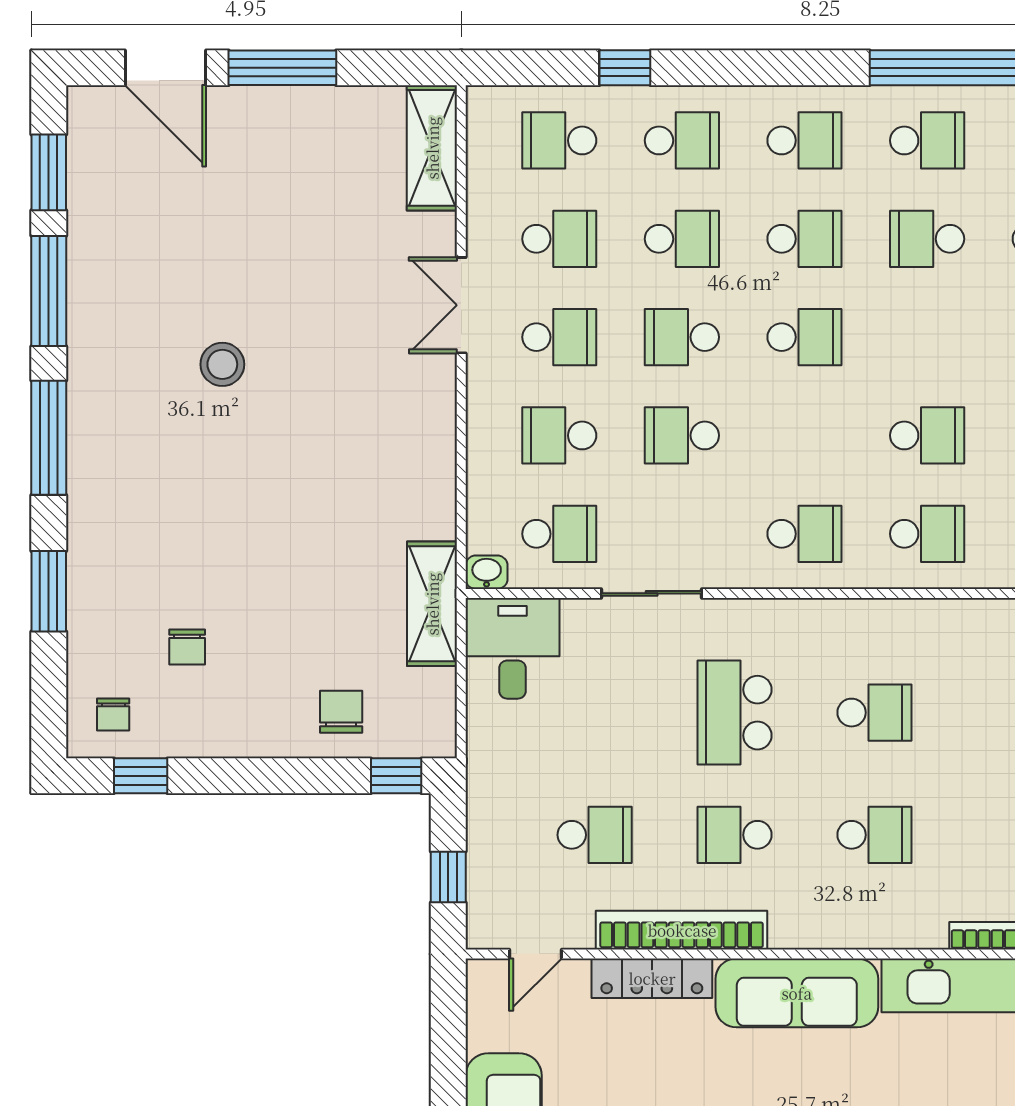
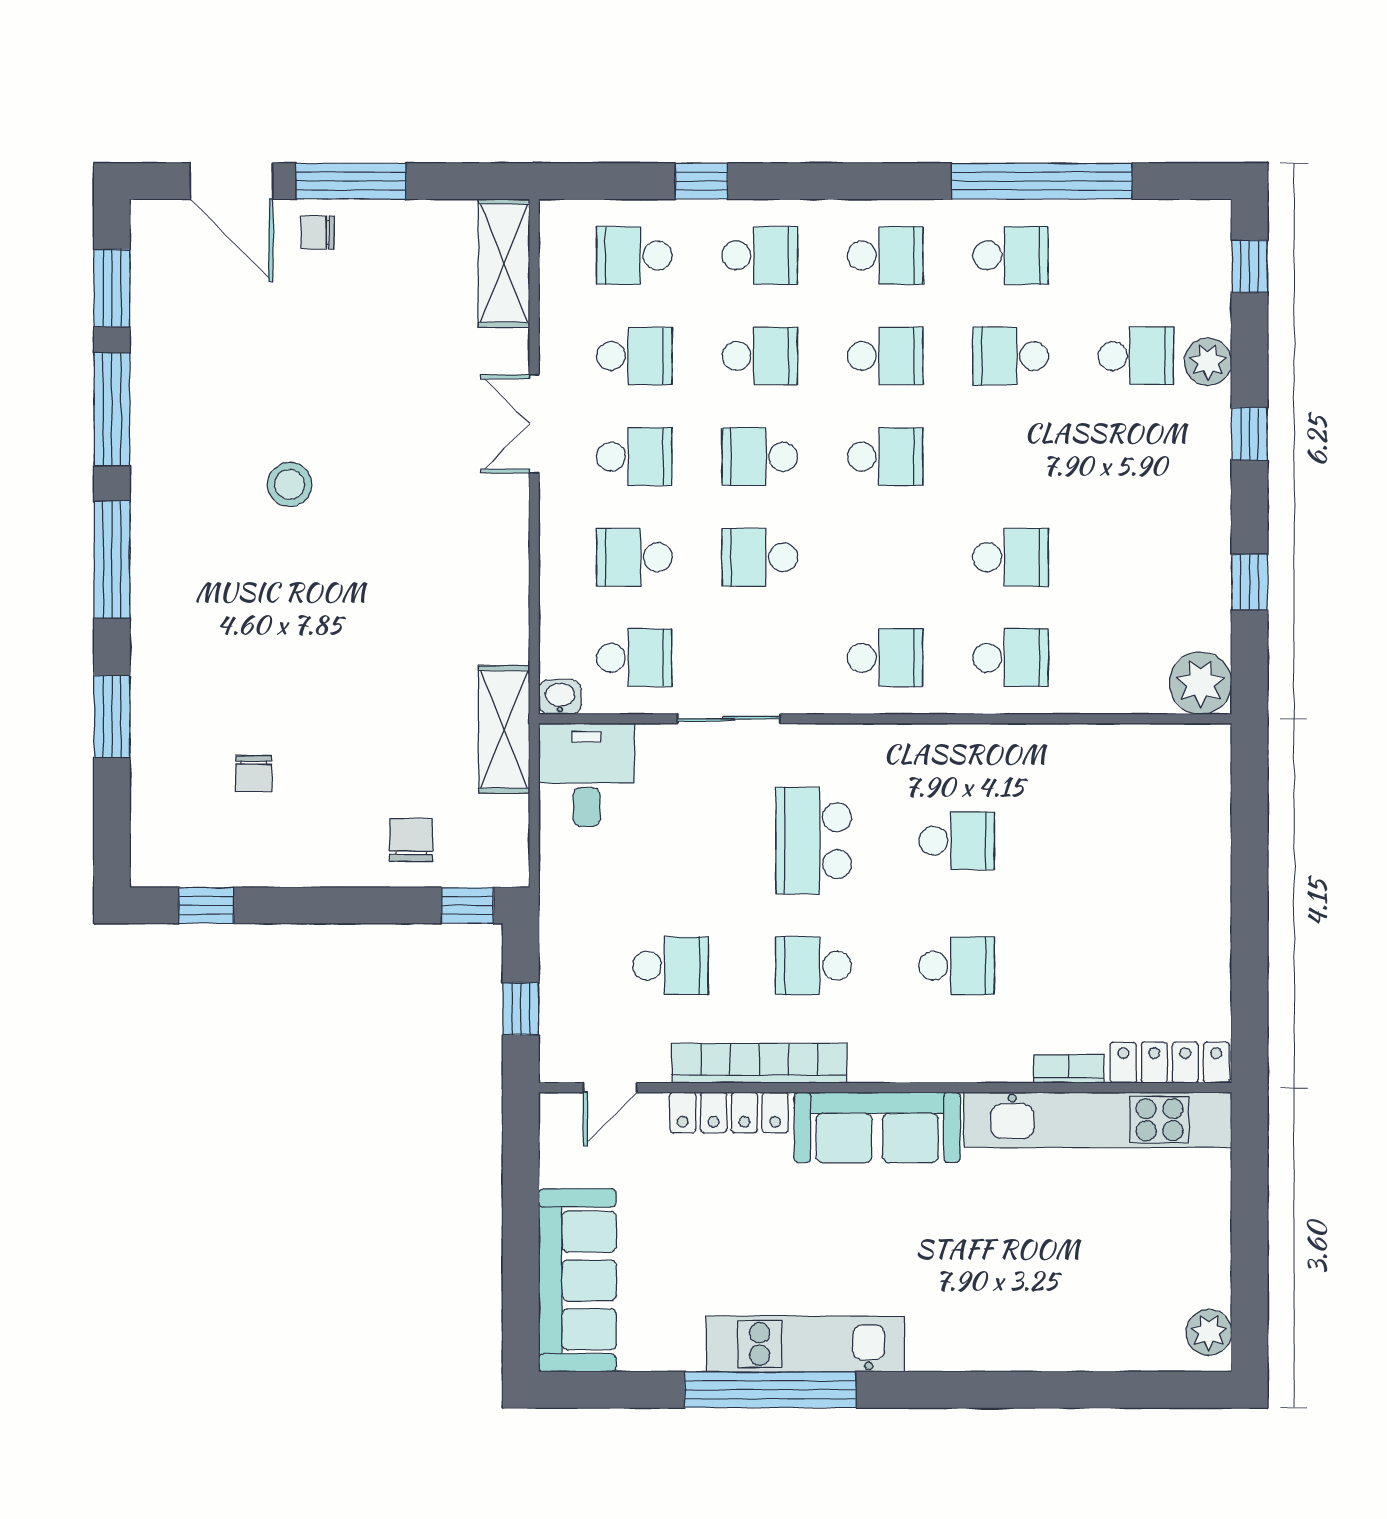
chair: (113, 715) -> (318, 233), moved, turned 90

